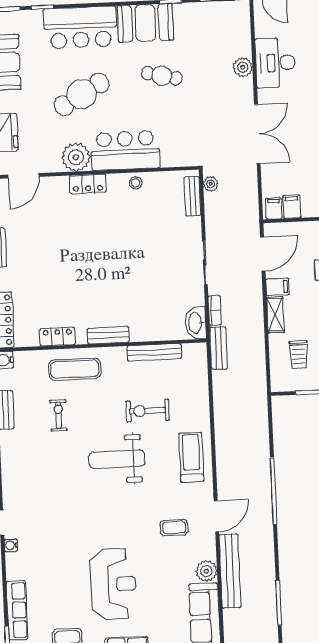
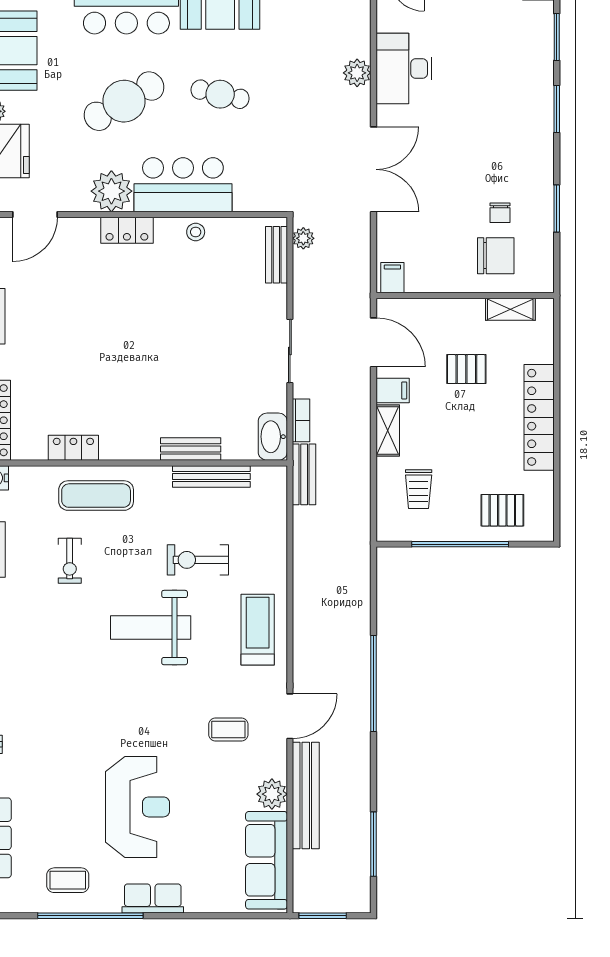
cafe table: (162, 76) -> (220, 94), moved
filing cabinet: (292, 207) -> (418, 276), removed
door: (263, 254) -> (374, 342), hinge flipped
bench: (108, 335) -> (191, 449), moved
exercise bike: (58, 415) -> (70, 561), turned 180

